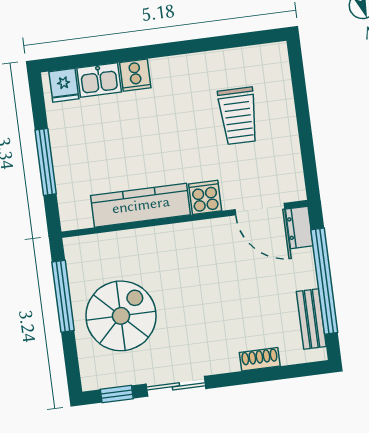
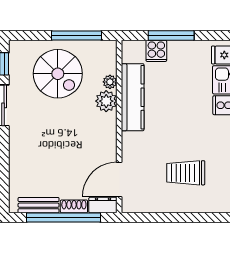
cooker: (205, 197) -> (156, 51), moved, turned 90
plant: (123, 240) -> (110, 82), added
plant: (151, 242) -> (106, 101), added
shoe rack: (260, 359) -> (74, 206), moved, turned -90

